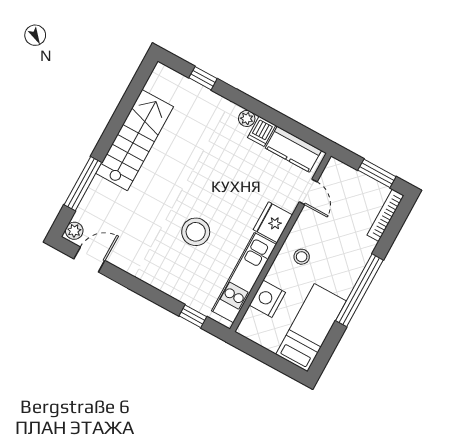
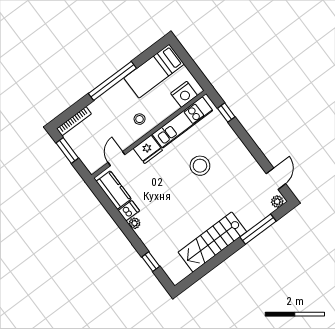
door: (89, 260) -> (276, 179), swing flipped
nightstand: (267, 299) -> (184, 94), moved

